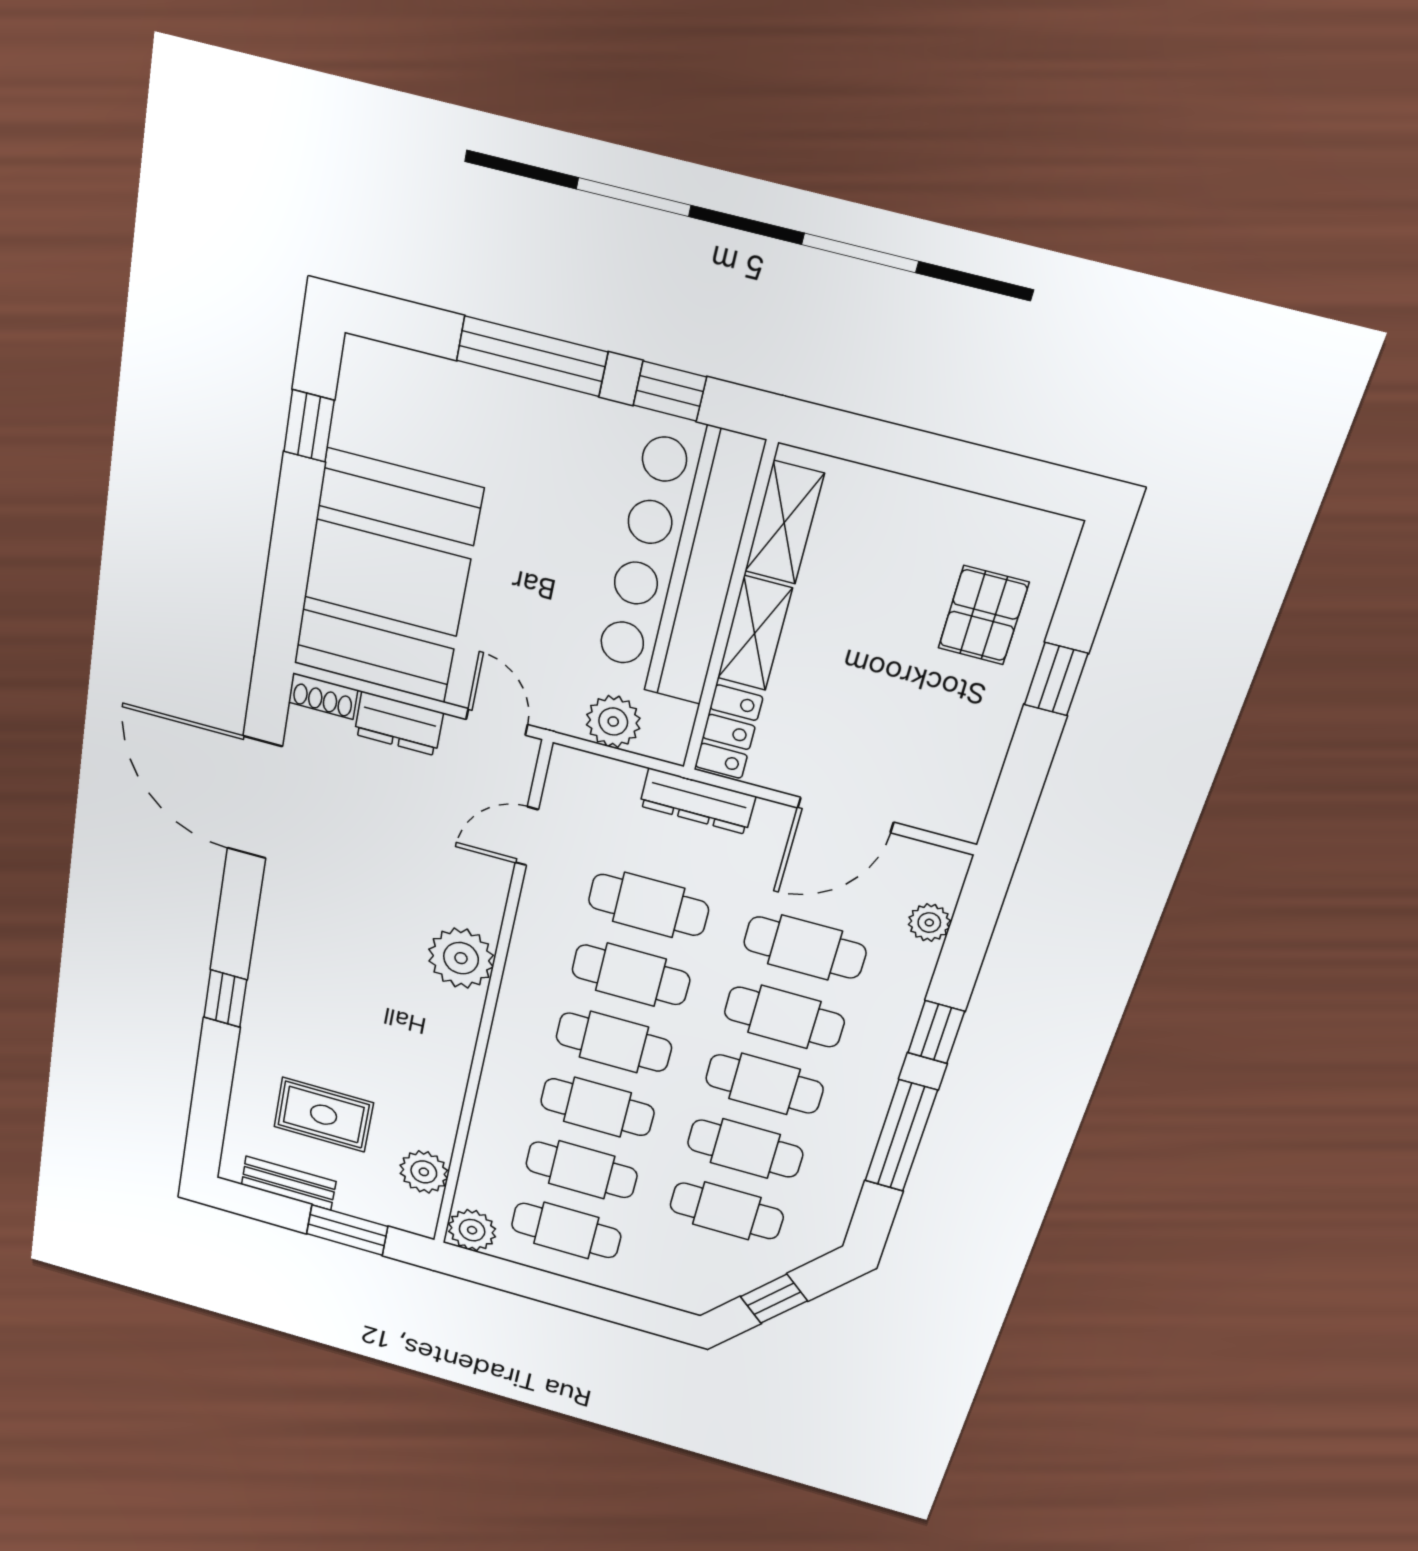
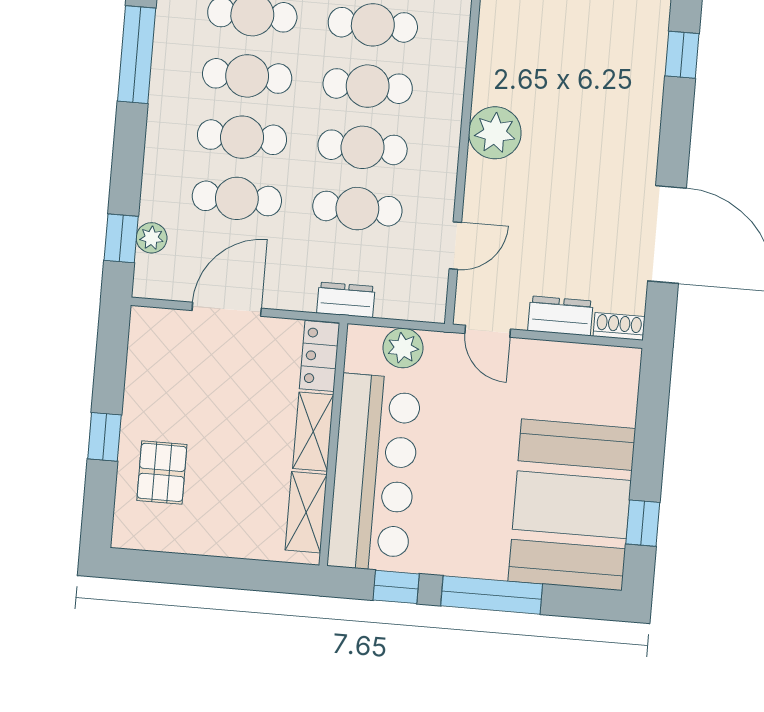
booth: (387, 578) -> (572, 505), moved
dresser: (697, 801) -> (346, 300), width x0.70
window: (936, 1032) -> (121, 238), moved

